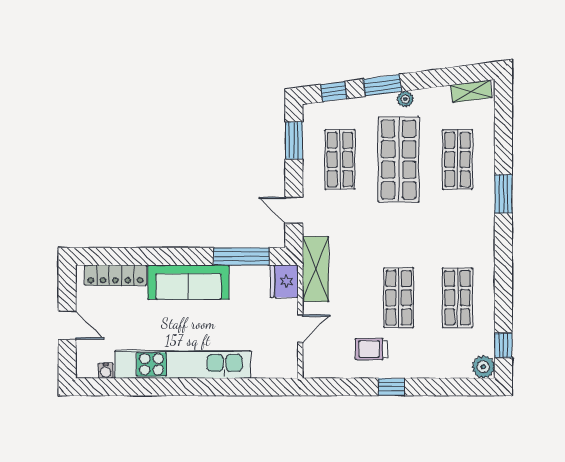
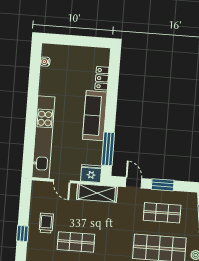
window: (294, 141) -> (163, 185), moved
door: (294, 210) -> (134, 183), hinge flipped
locker: (115, 275) -> (102, 78), width x0.66
door: (67, 325) -> (74, 40), removed
kitchen unit: (183, 364) -> (43, 137), moved

